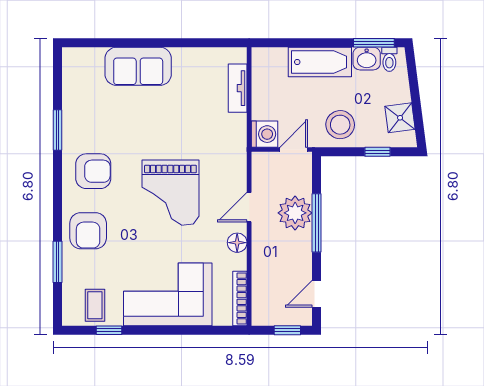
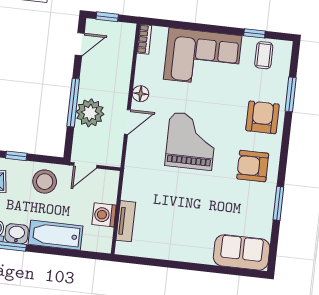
sofa: (138, 66) -> (242, 252), moved
washing machine: (264, 134) -> (104, 215), moved
bookcase: (240, 298) -> (144, 39), width x0.64

